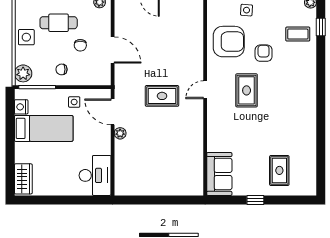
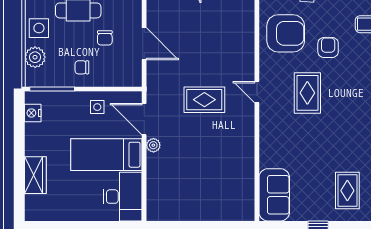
plant: (23, 73) -> (35, 57), moved
door: (205, 90) -> (257, 92), hinge flipped
bed: (44, 128) -> (106, 155), moved, turned 180
wardrobe: (23, 179) -> (35, 175), moved

